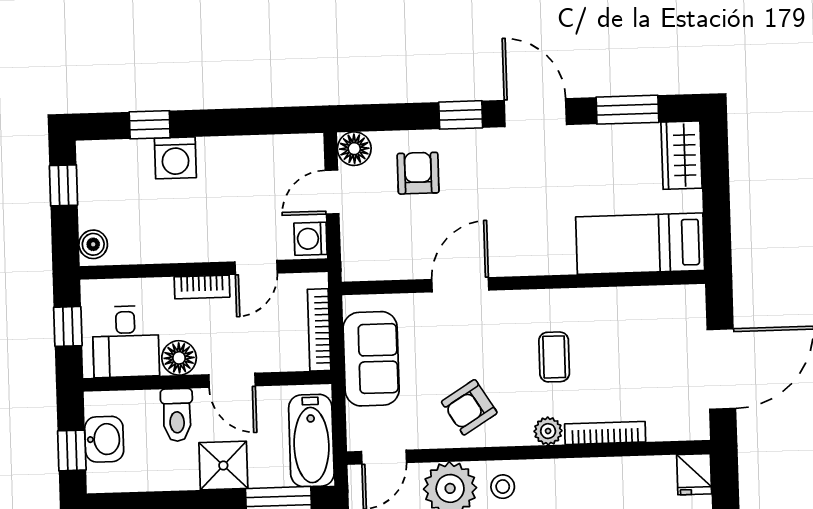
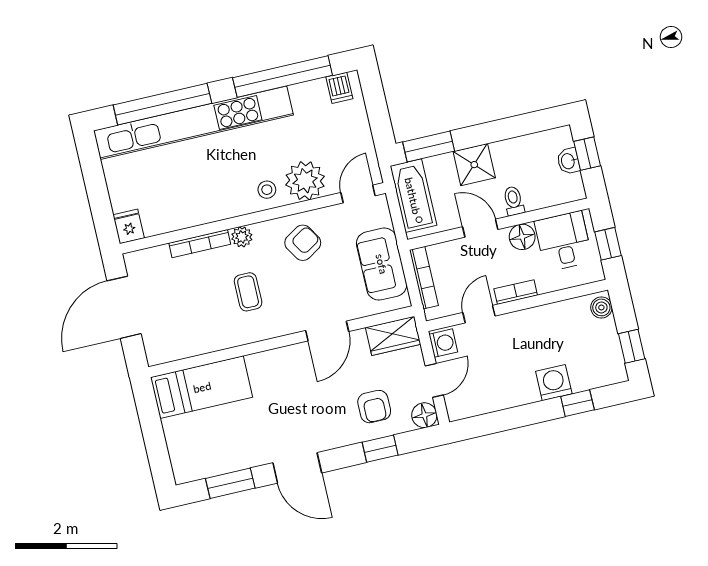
window: (461, 115) -> (380, 449), moved
wardrobe: (682, 155) -> (393, 336), moved, turned 90
toilet: (177, 415) -> (514, 201), width x0.73, depth x0.72
washbasin: (104, 439) -> (568, 161), width x0.72, depth x0.69

